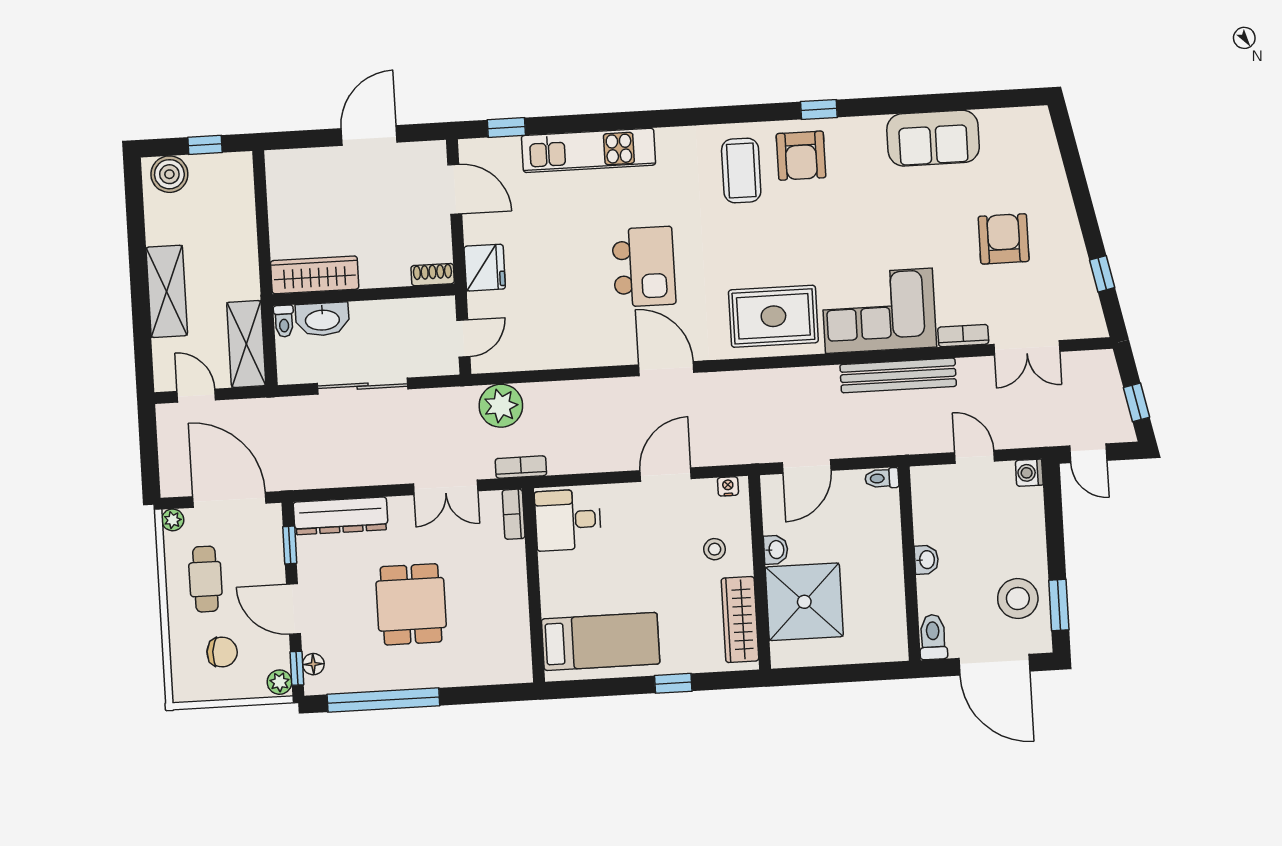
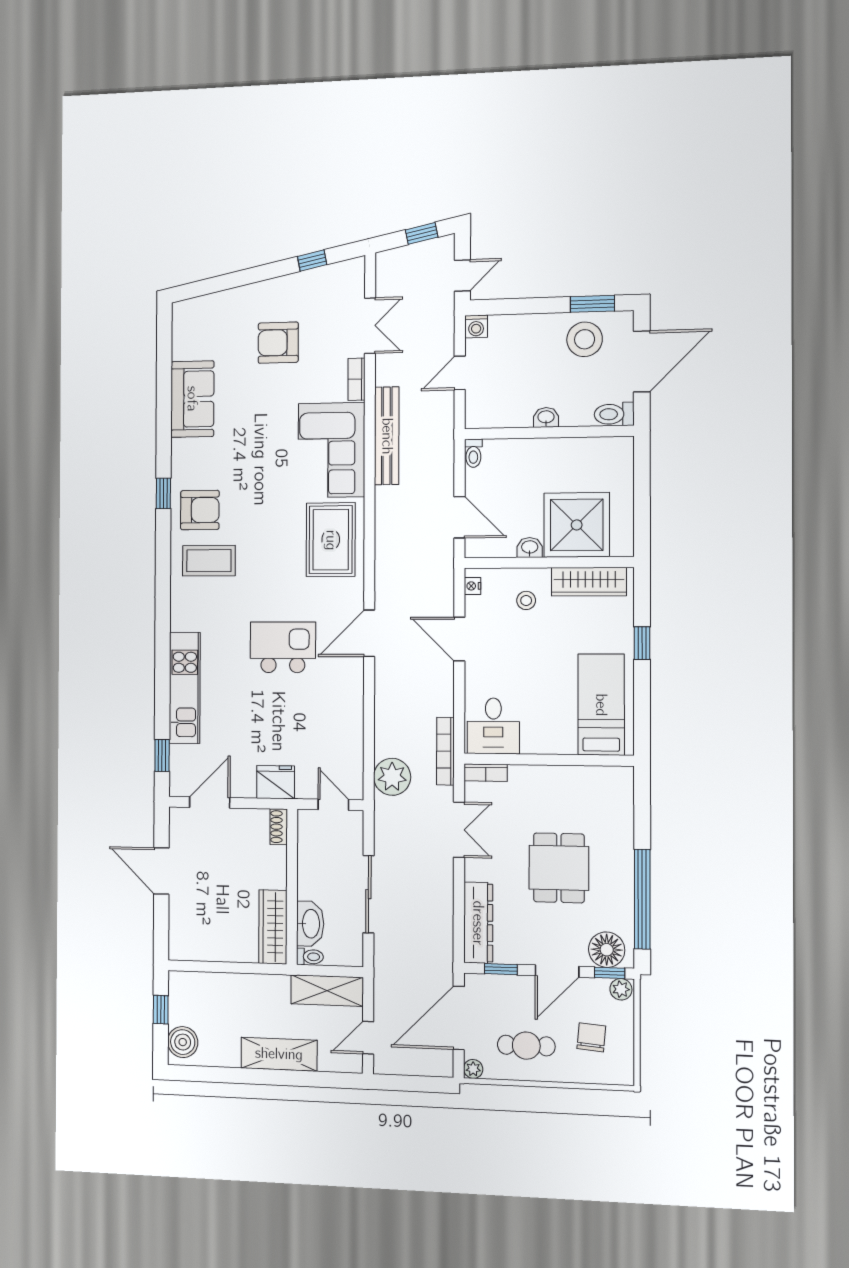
bookcase: (521, 467) -> (445, 751), width x1.56
dining table: (411, 604) -> (559, 868), turned 90
floor lamp: (313, 664) -> (607, 950), width x1.89, depth x1.89

